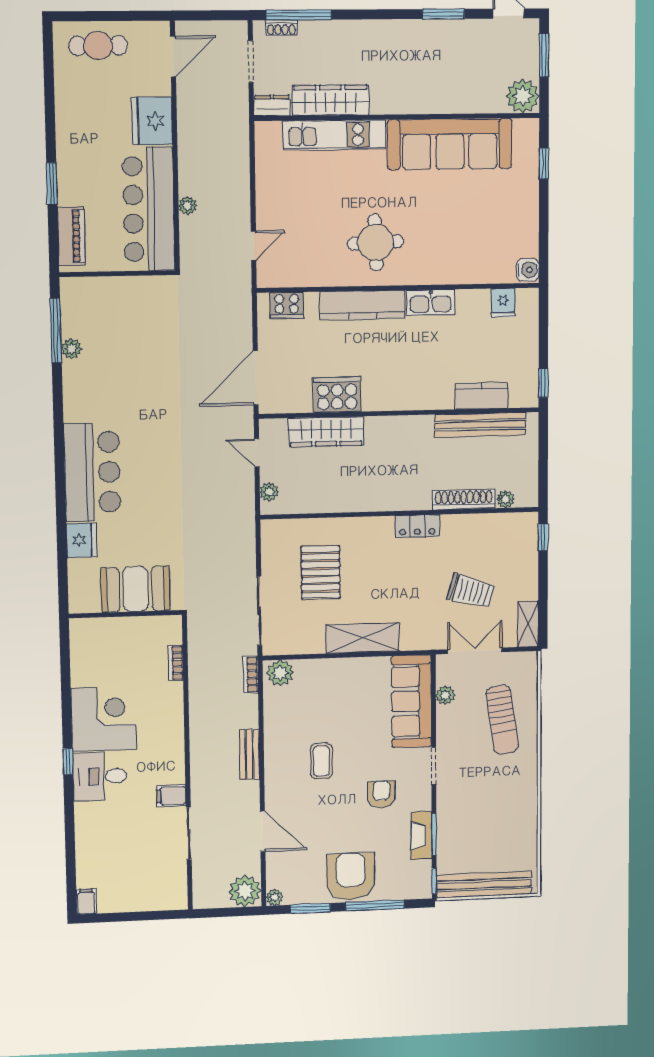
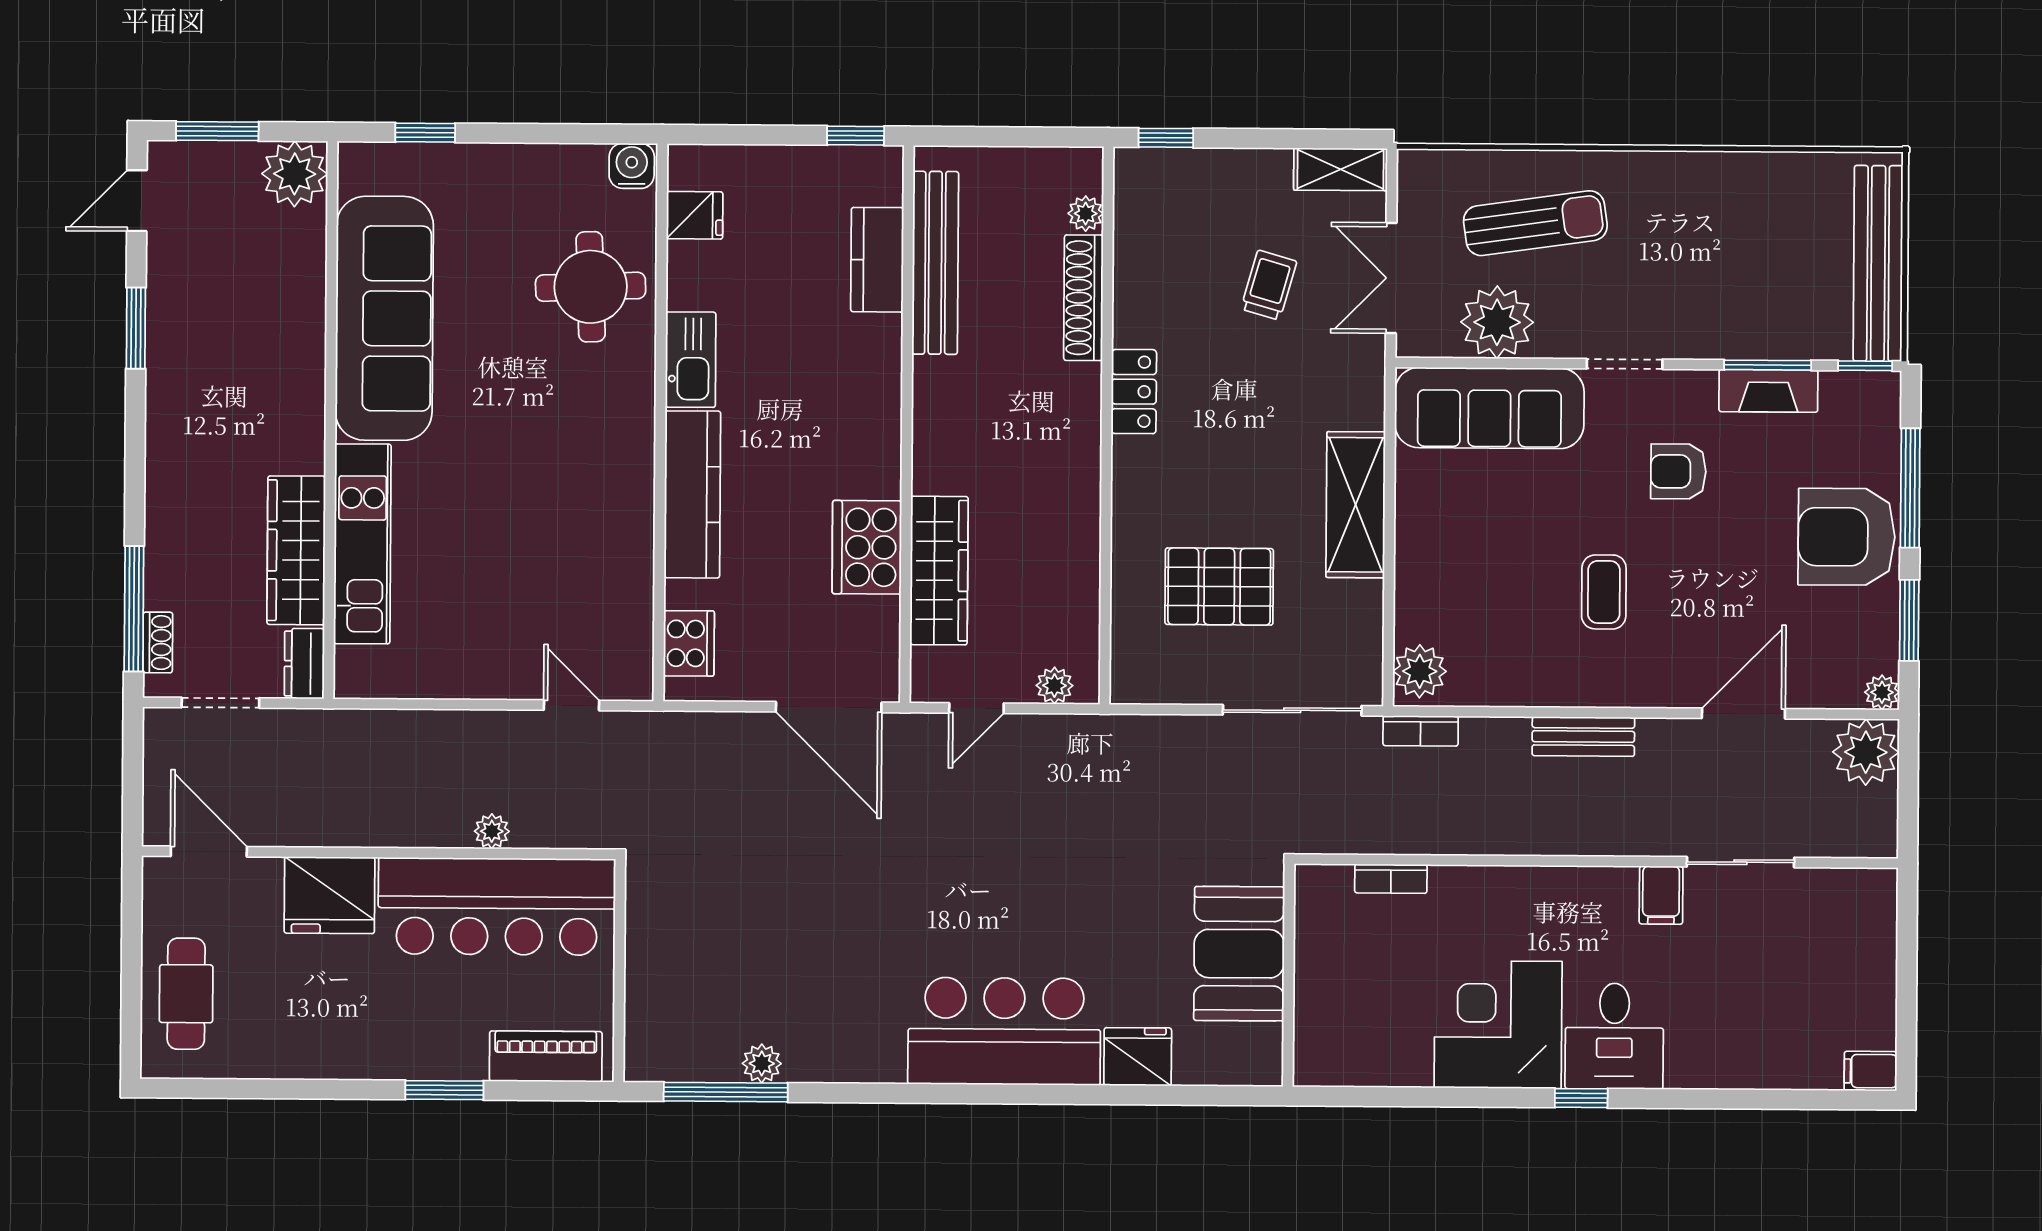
round table: (376, 242) -> (591, 287), moved
trolley: (471, 591) -> (1269, 285), width x0.73, depth x0.72
plant: (445, 695) -> (1497, 322), width x1.87, depth x1.87
coffee table: (321, 761) -> (1604, 592), turned 90

